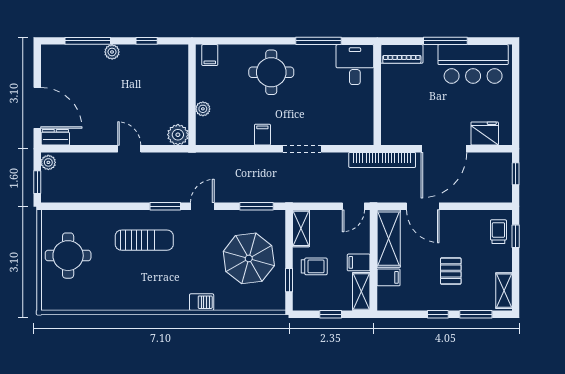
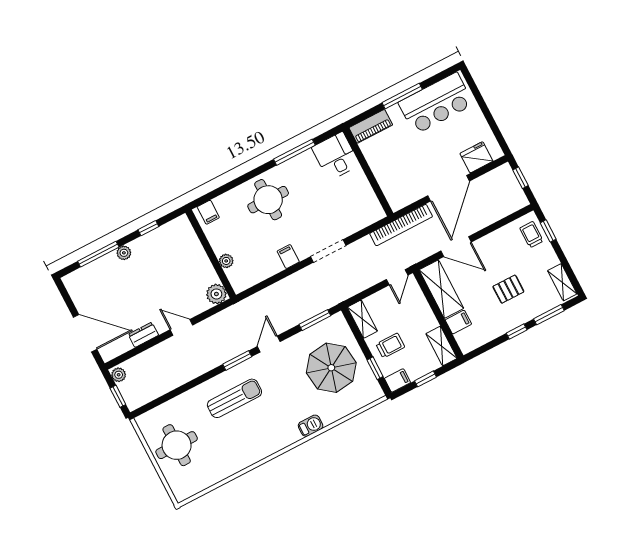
dresser: (55, 137) -> (143, 335), moved
filing cabinet: (359, 262) -> (397, 380), moved, turned 180
pallet: (451, 271) -> (508, 289), turned 90

